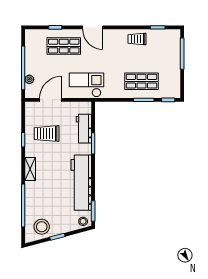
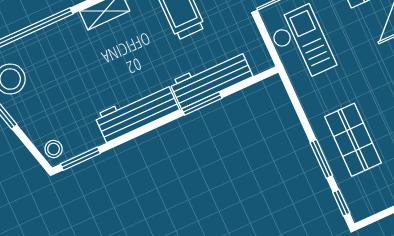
workbench: (84, 129) -> (211, 79), width x1.38
workbench: (81, 183) -> (137, 113), width x0.73, depth x0.76

